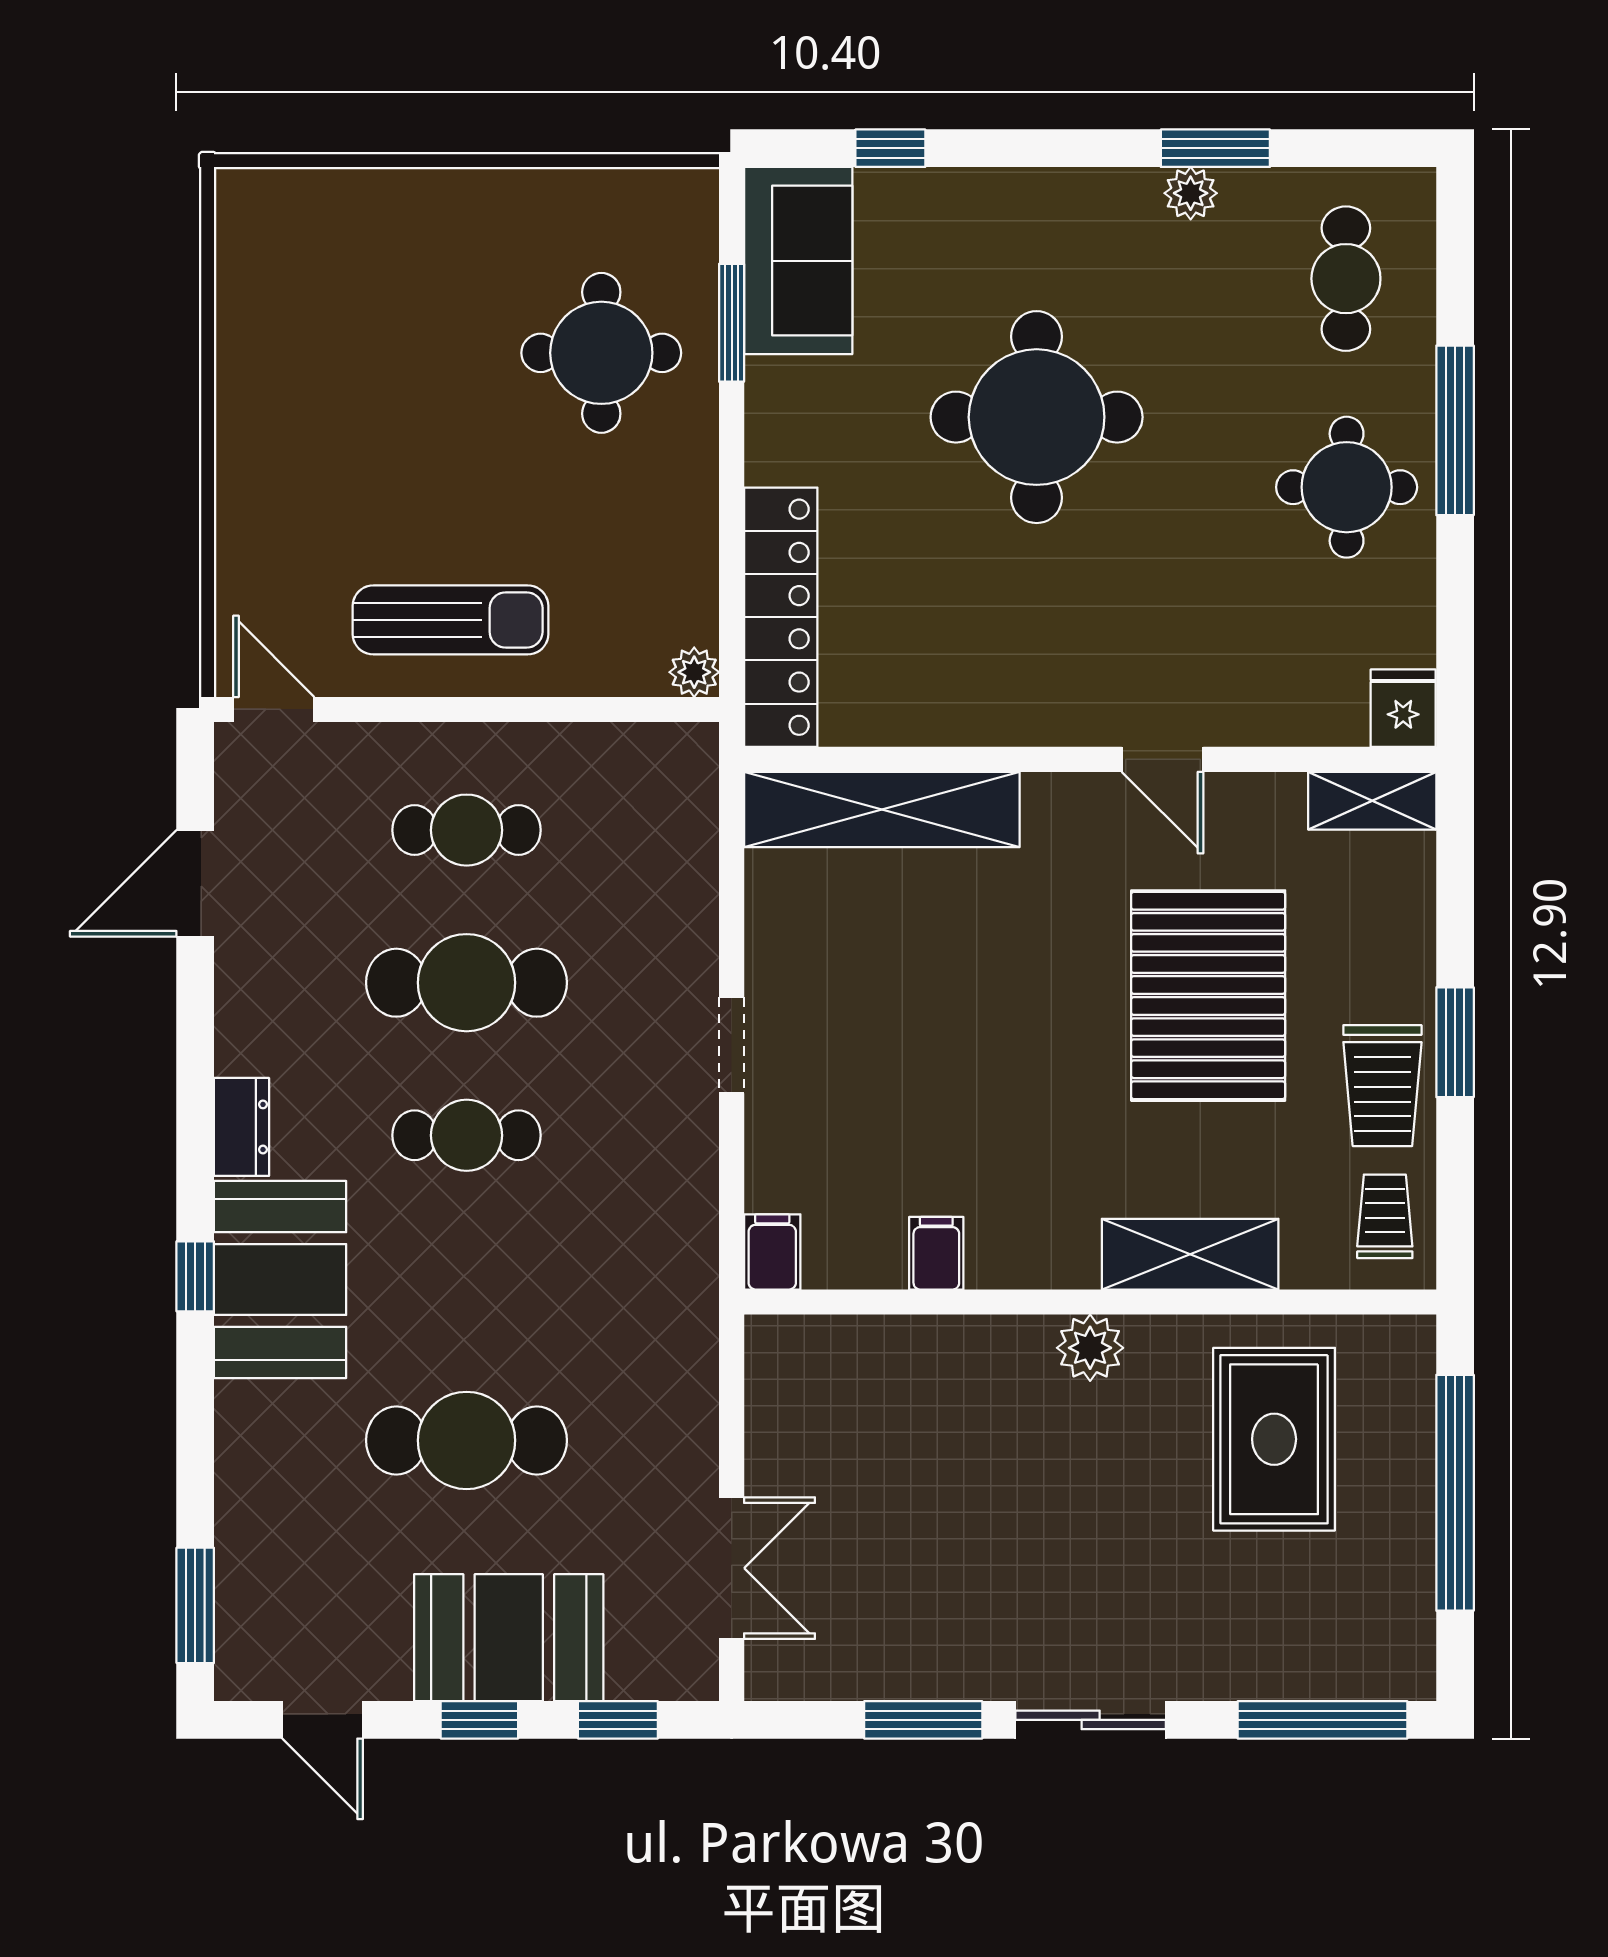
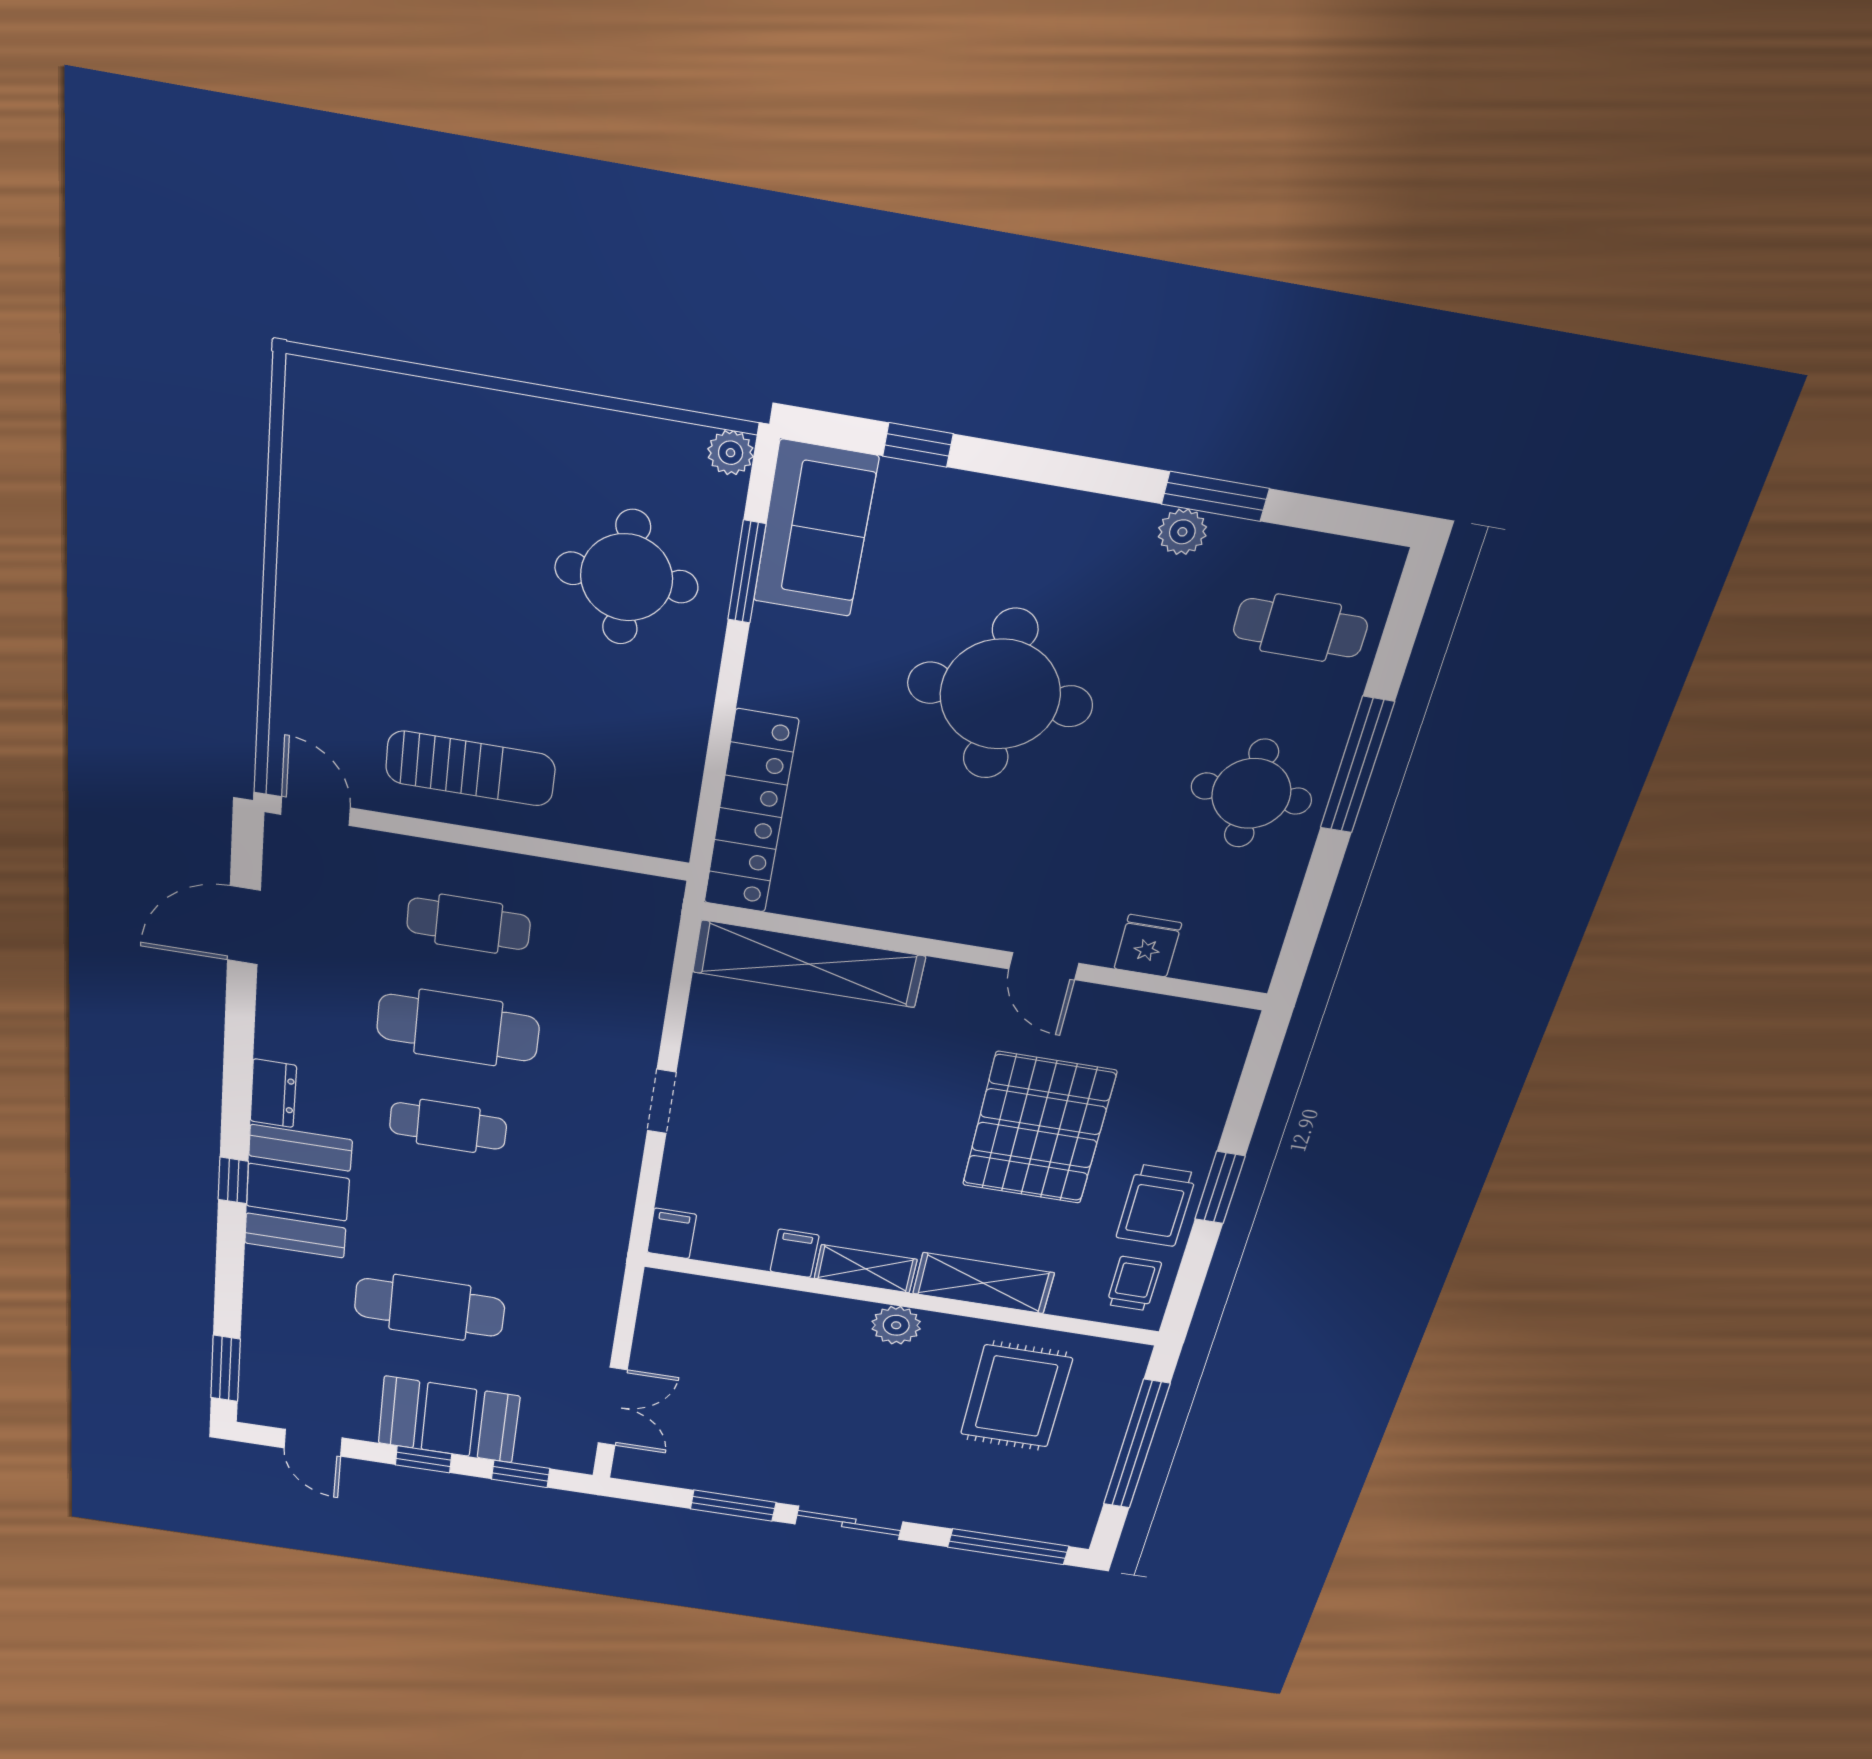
cafe table: (1346, 279) -> (1300, 628), turned 90
plant: (694, 672) -> (731, 453), moved
fridge: (1403, 708) -> (1148, 946), moved
shelving: (1372, 801) -> (865, 1269), moved

